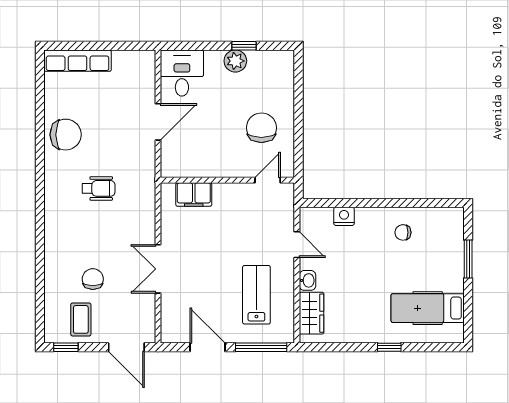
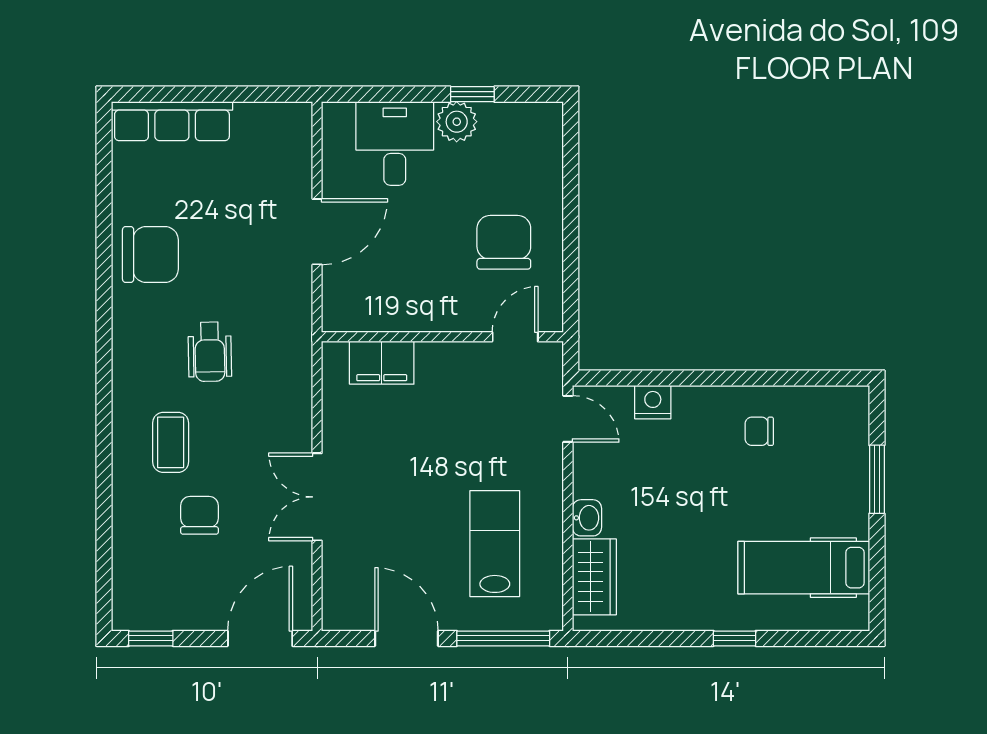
desk: (182, 73) -> (395, 143), moved
wheelchair: (99, 188) -> (210, 352), turned 89
door: (297, 245) -> (568, 419), moved
coffee table: (81, 319) -> (171, 442), moved
door: (126, 347) -> (260, 638), swing flipped

